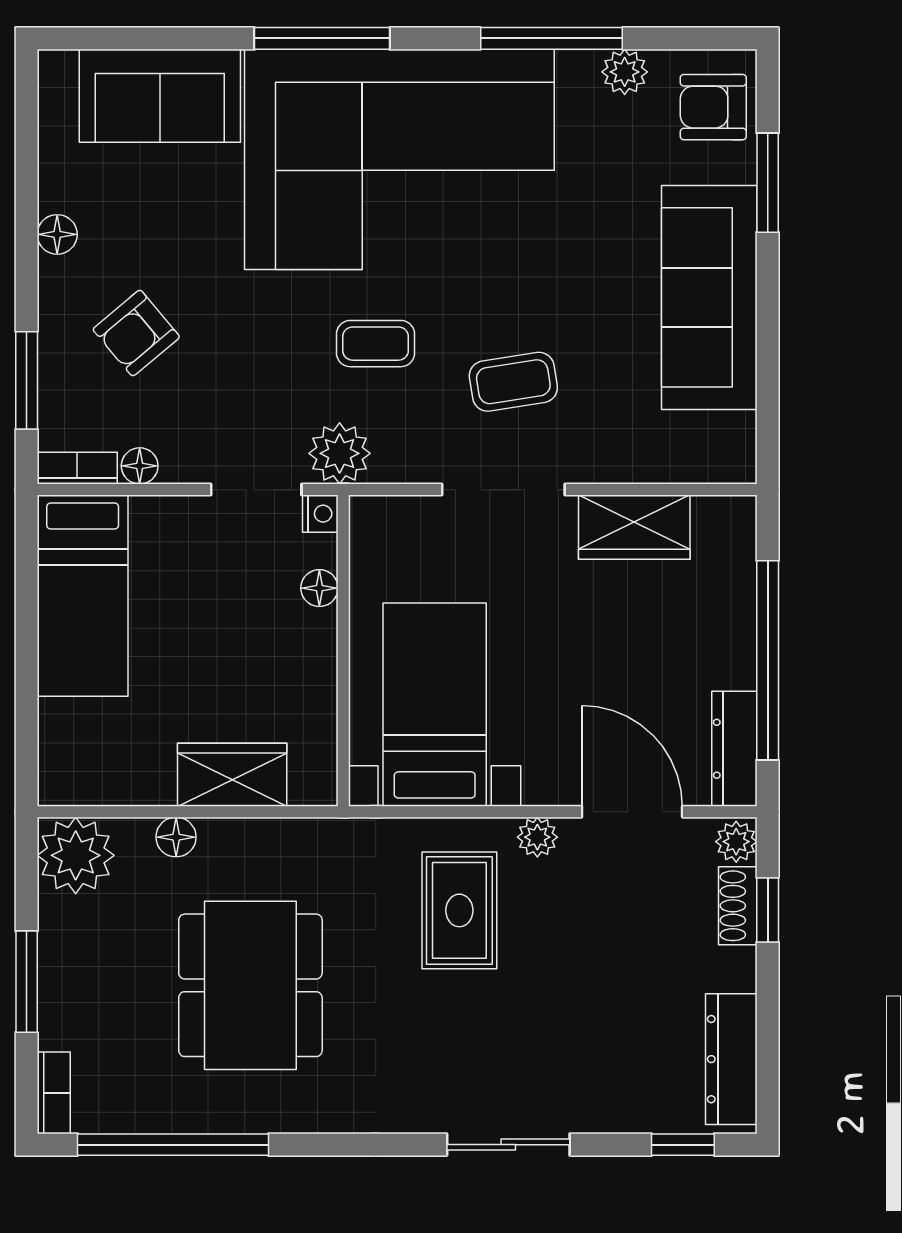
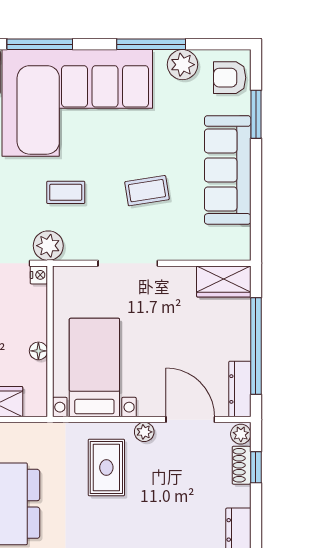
plant: (625, 72) -> (183, 65), width x1.38, depth x1.38
coffee table: (513, 382) -> (147, 191), moved
wardrobe: (634, 527) -> (224, 281), moved
floor lamp: (319, 588) -> (38, 351), moved

